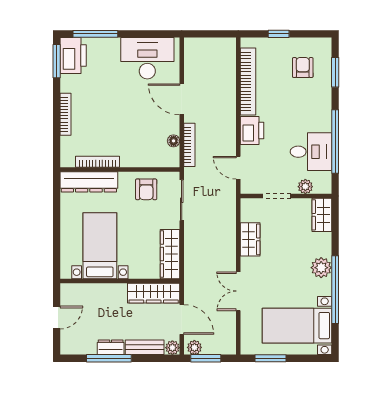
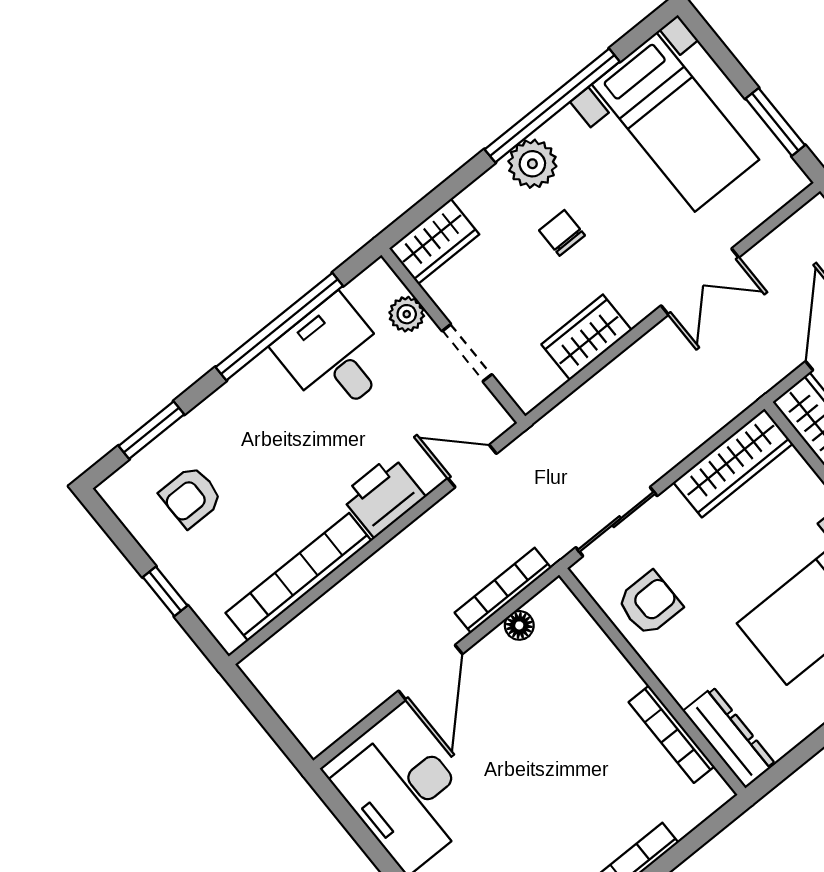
door: (238, 168) -> (472, 466), swing flipped
dresser: (89, 182) -> (729, 737), width x0.73, depth x0.80
chair: (291, 259) -> (562, 233), added

